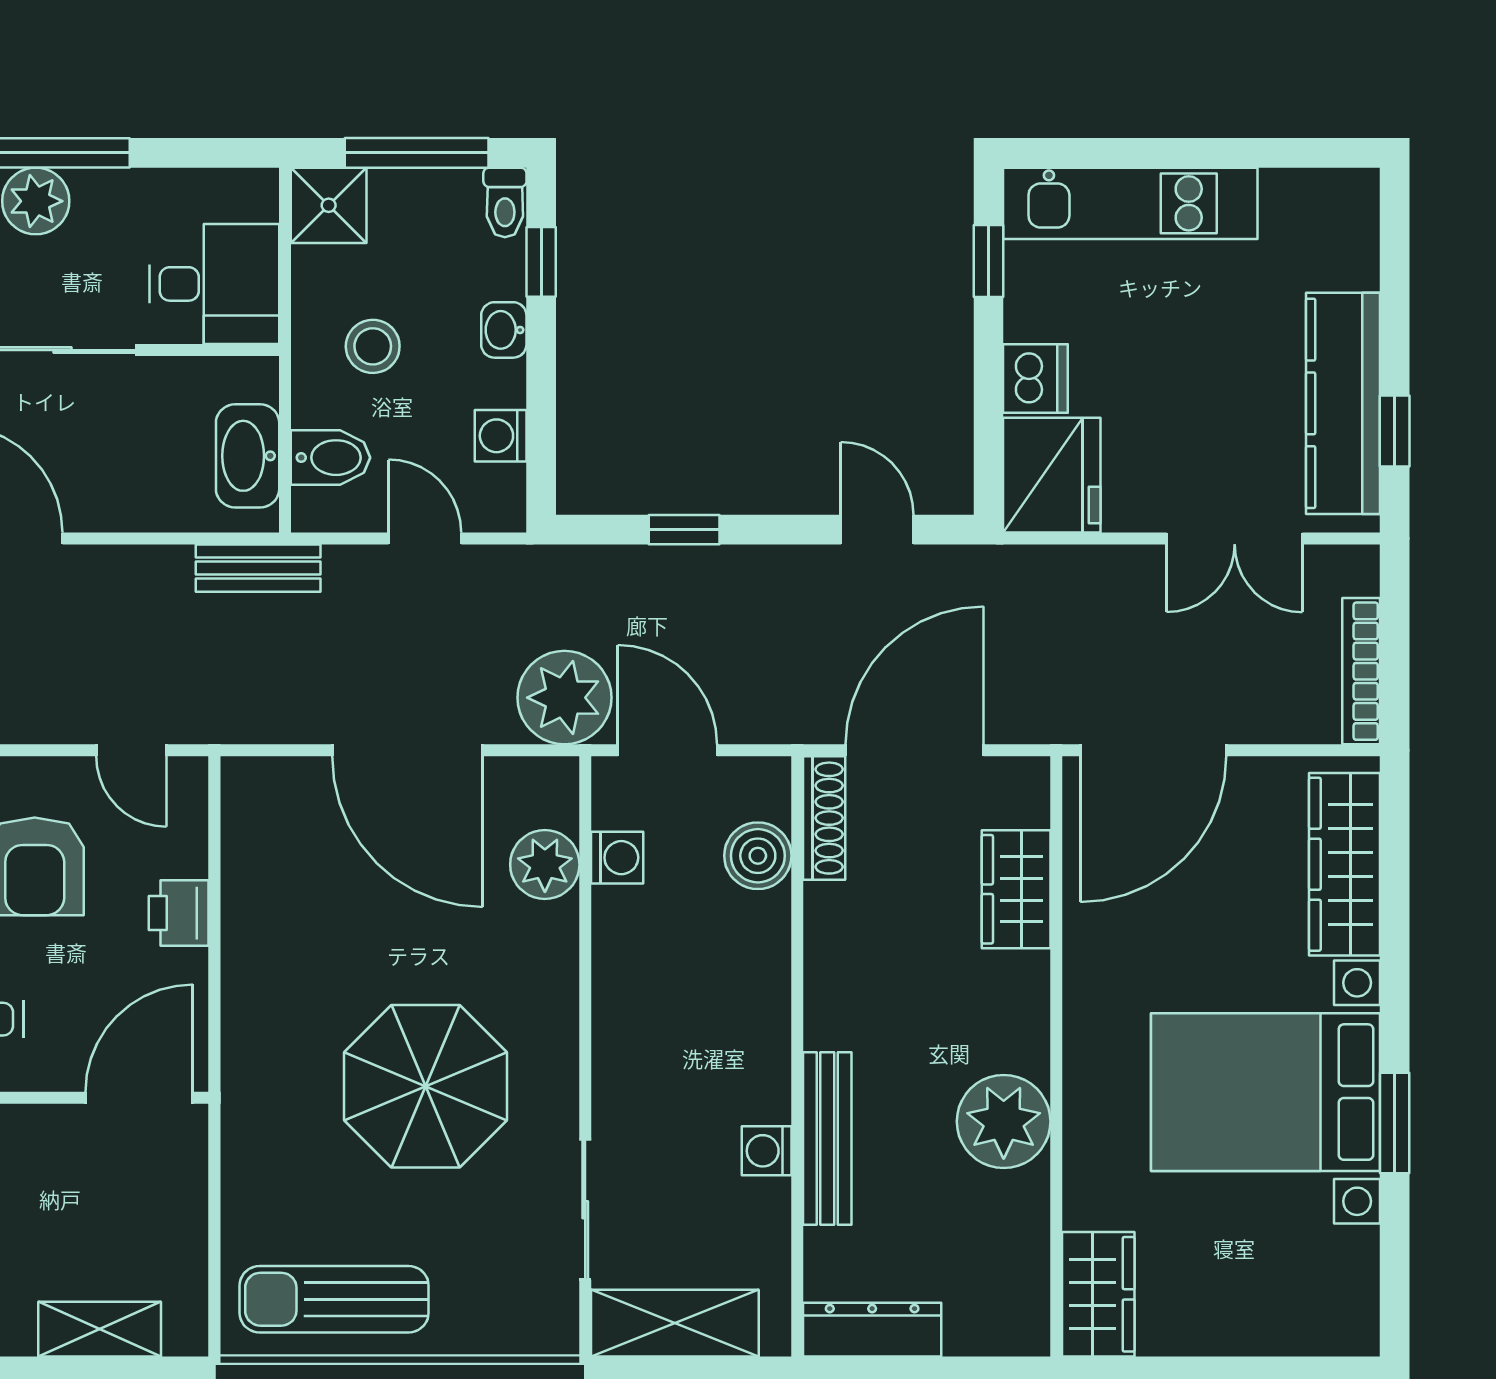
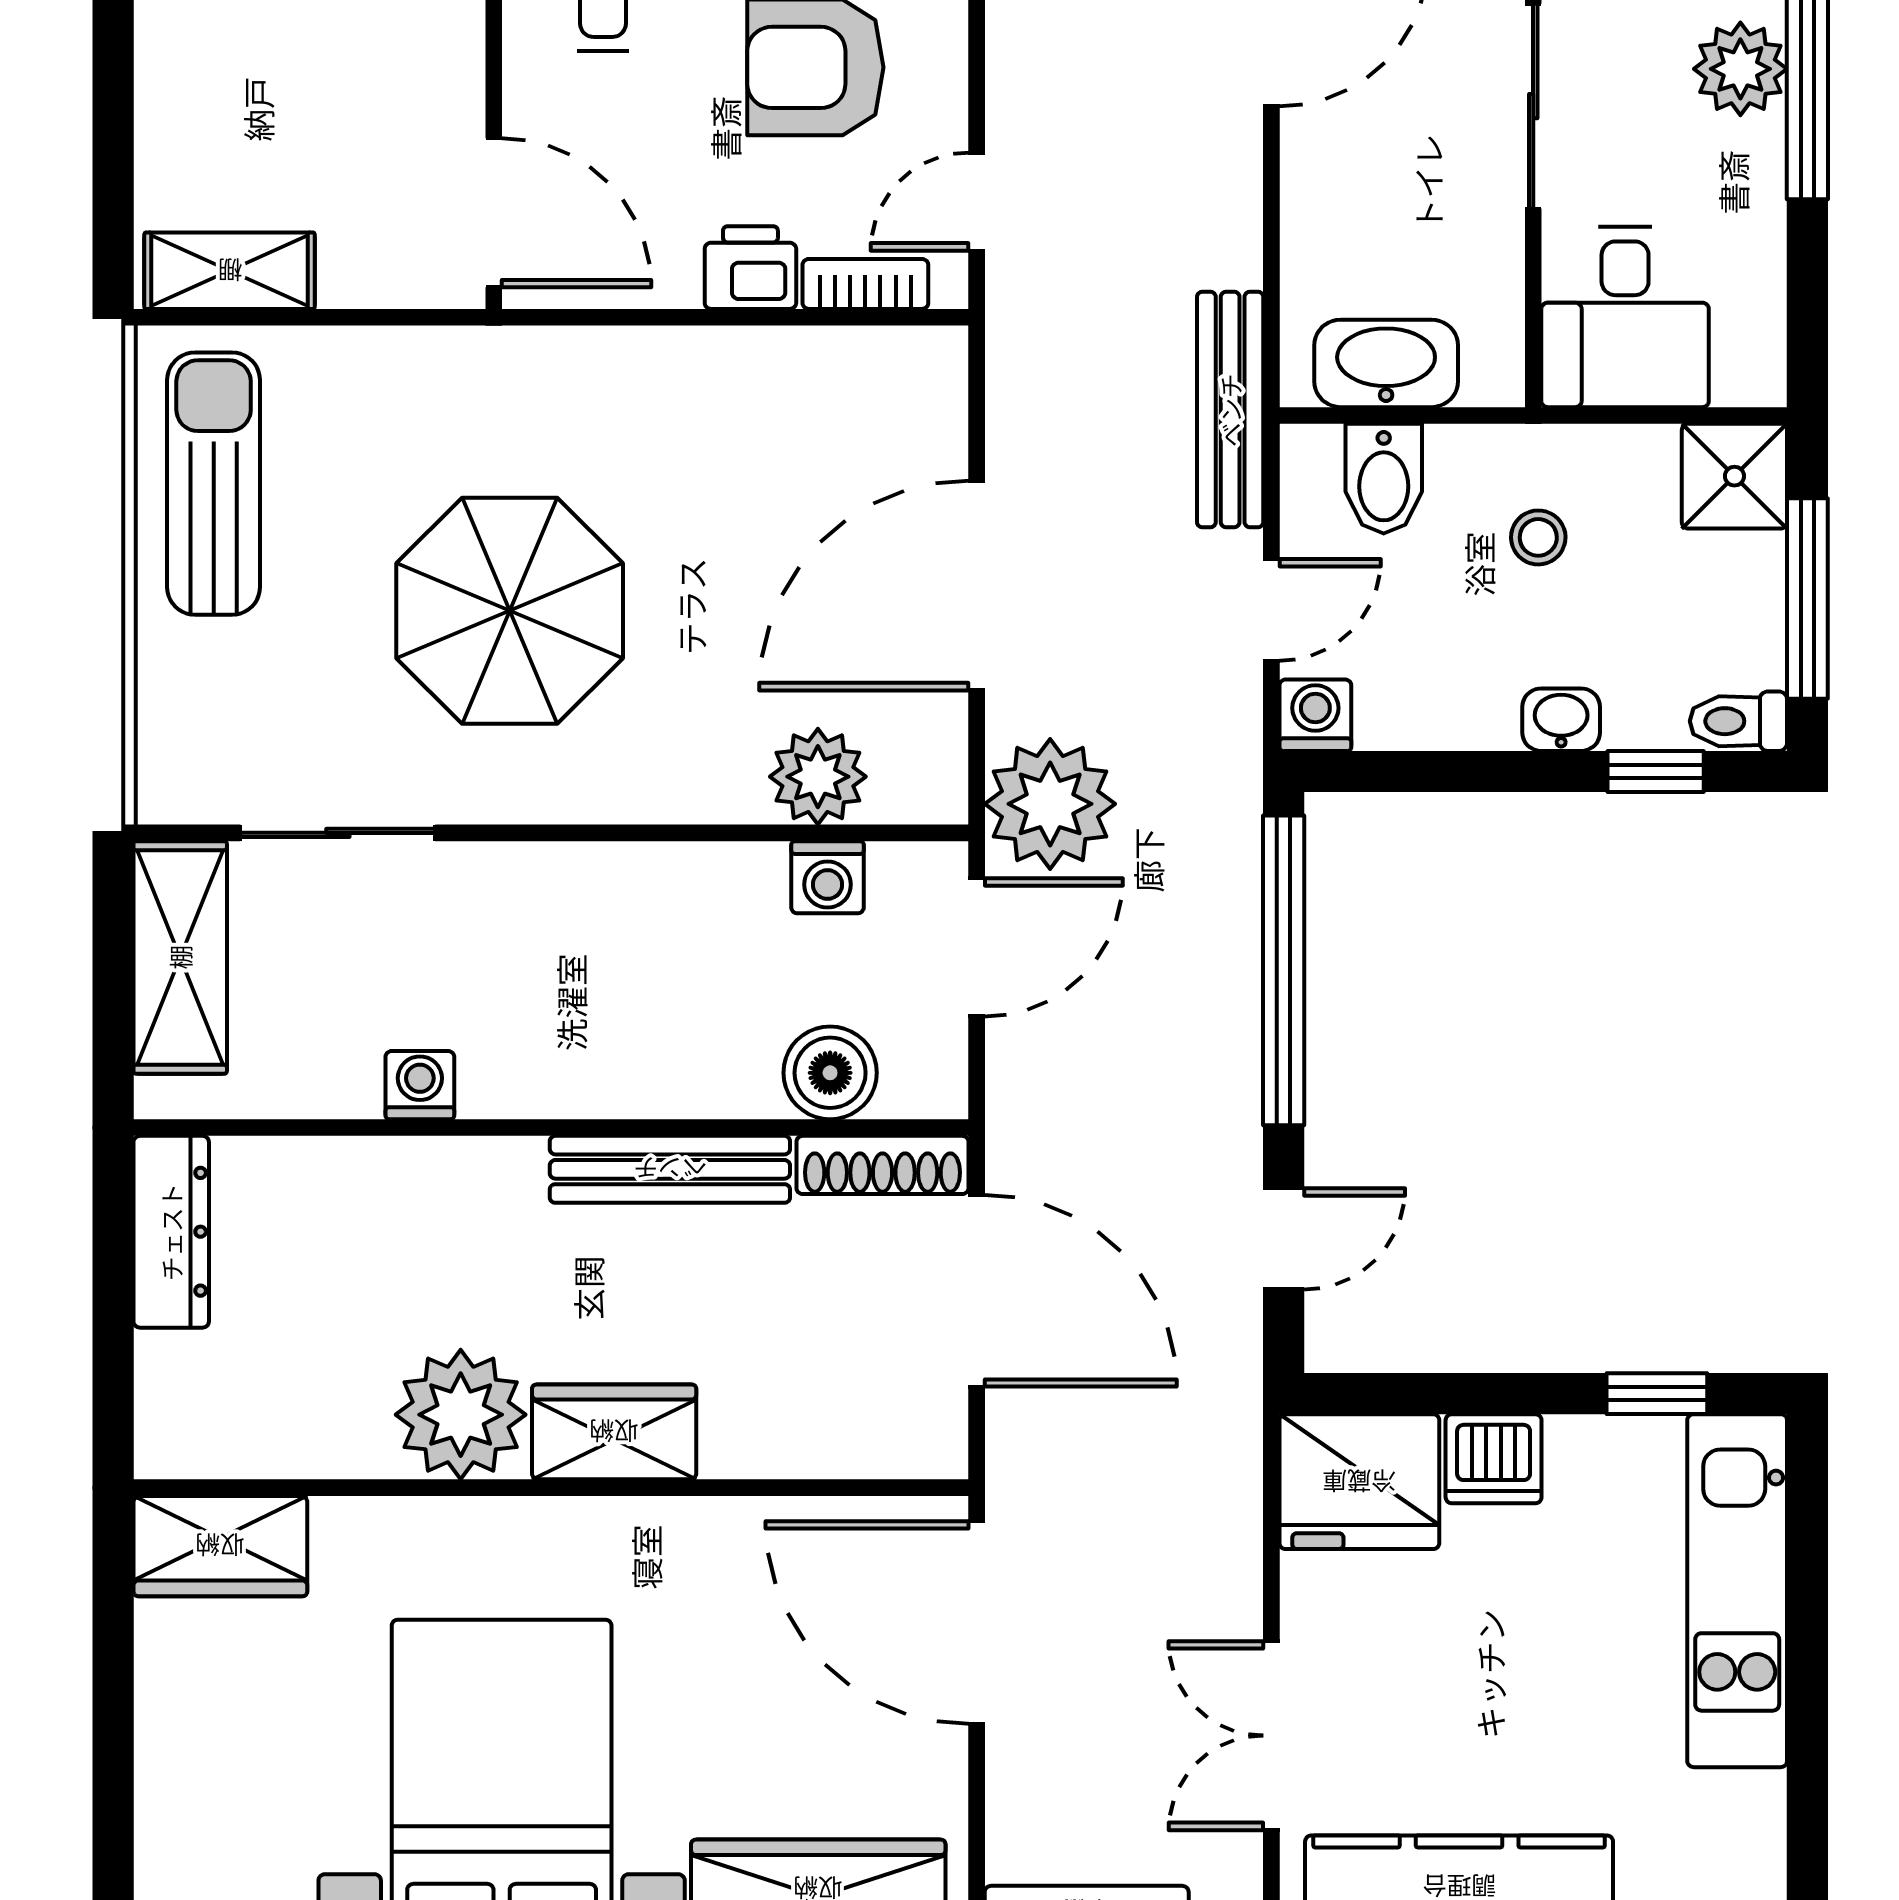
stool: (373, 346) -> (1538, 537), width x0.73, depth x0.73
washing machine: (501, 436) -> (1315, 715), moved
window: (684, 530) -> (1284, 970), width x3.17
bench: (258, 568) -> (1230, 410), width x1.36
bookcase: (190, 830) -> (865, 284), added
wardrobe: (1016, 889) -> (614, 1432), moved
bench: (827, 1138) -> (670, 1169), moved
shelving: (100, 1329) -> (230, 271), moved, turned 90

